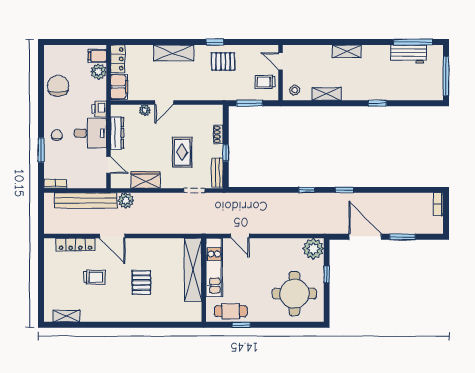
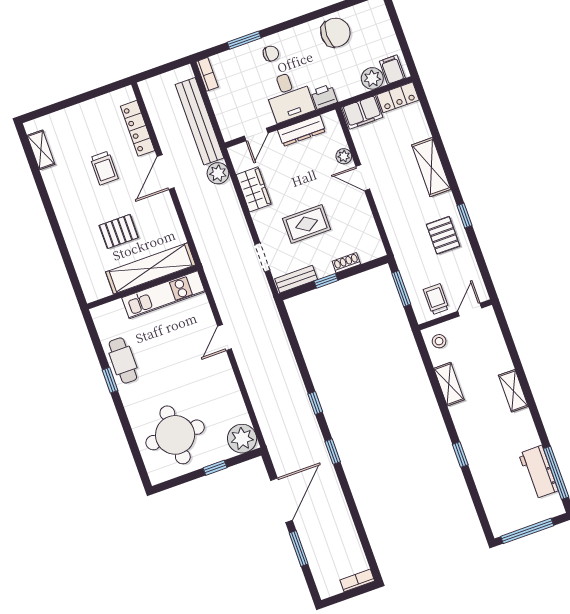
kitchen unit: (214, 267) -> (163, 295), moved
shelving: (193, 270) -> (151, 268), moved
wall: (204, 280) -> (142, 287), moved

